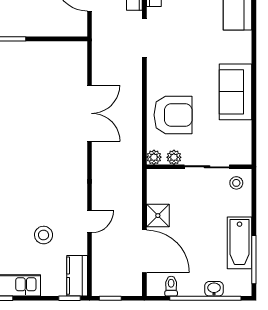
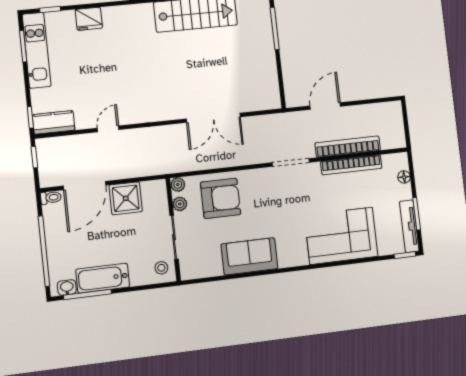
armchair: (173, 115) -> (221, 198), turned -90
shower: (158, 216) -> (126, 198), width x1.36, depth x1.36
door: (90, 222) -> (108, 129), swing flipped
stool: (44, 235) -> (90, 86), removed
toilet: (171, 286) -> (51, 198), moved
washbasin: (214, 289) -> (67, 287), moved, turned -90

